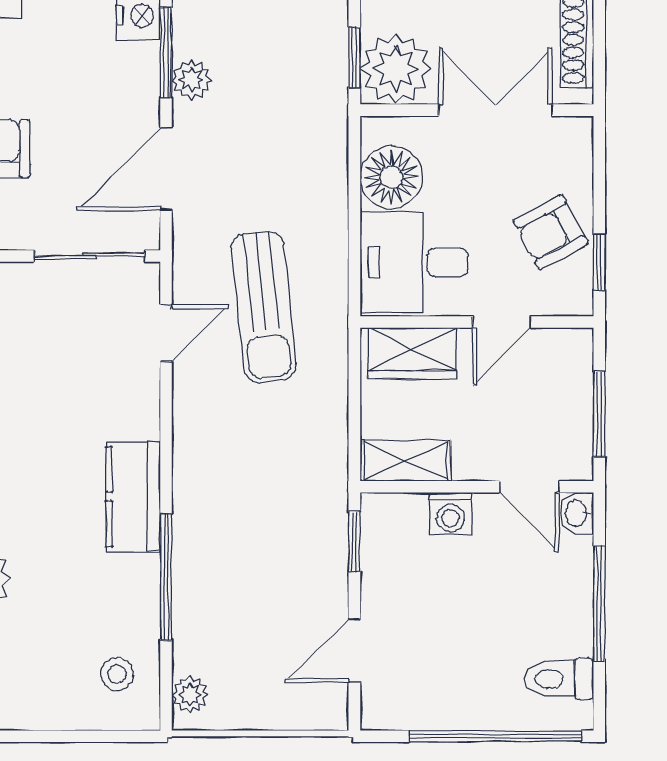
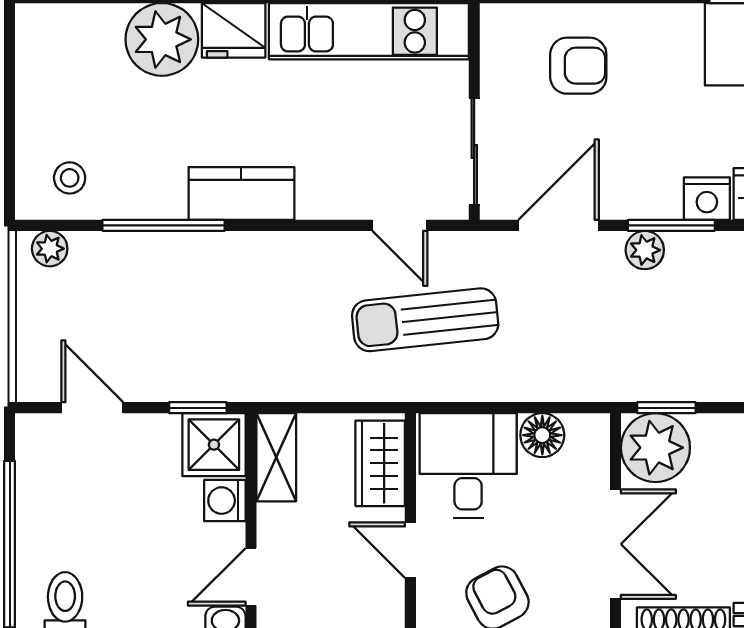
door: (166, 169) -> (559, 225), hinge flipped
floor lamp: (391, 177) -> (542, 435), width x0.73, depth x0.73
shower: (393, 525) -> (214, 445), added

